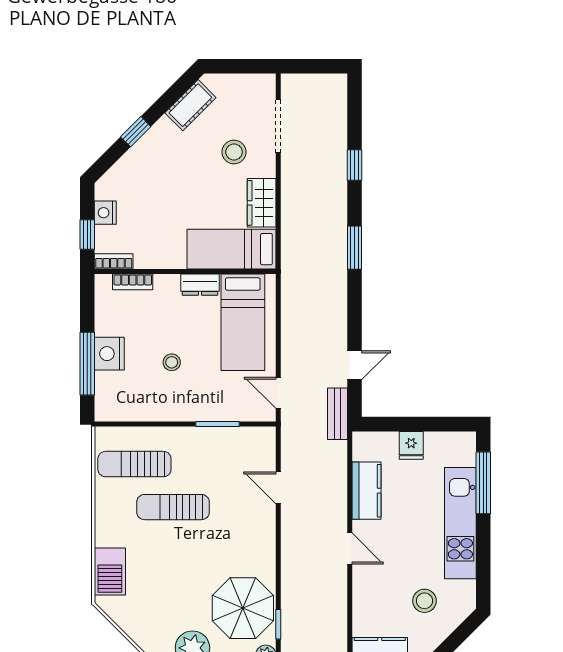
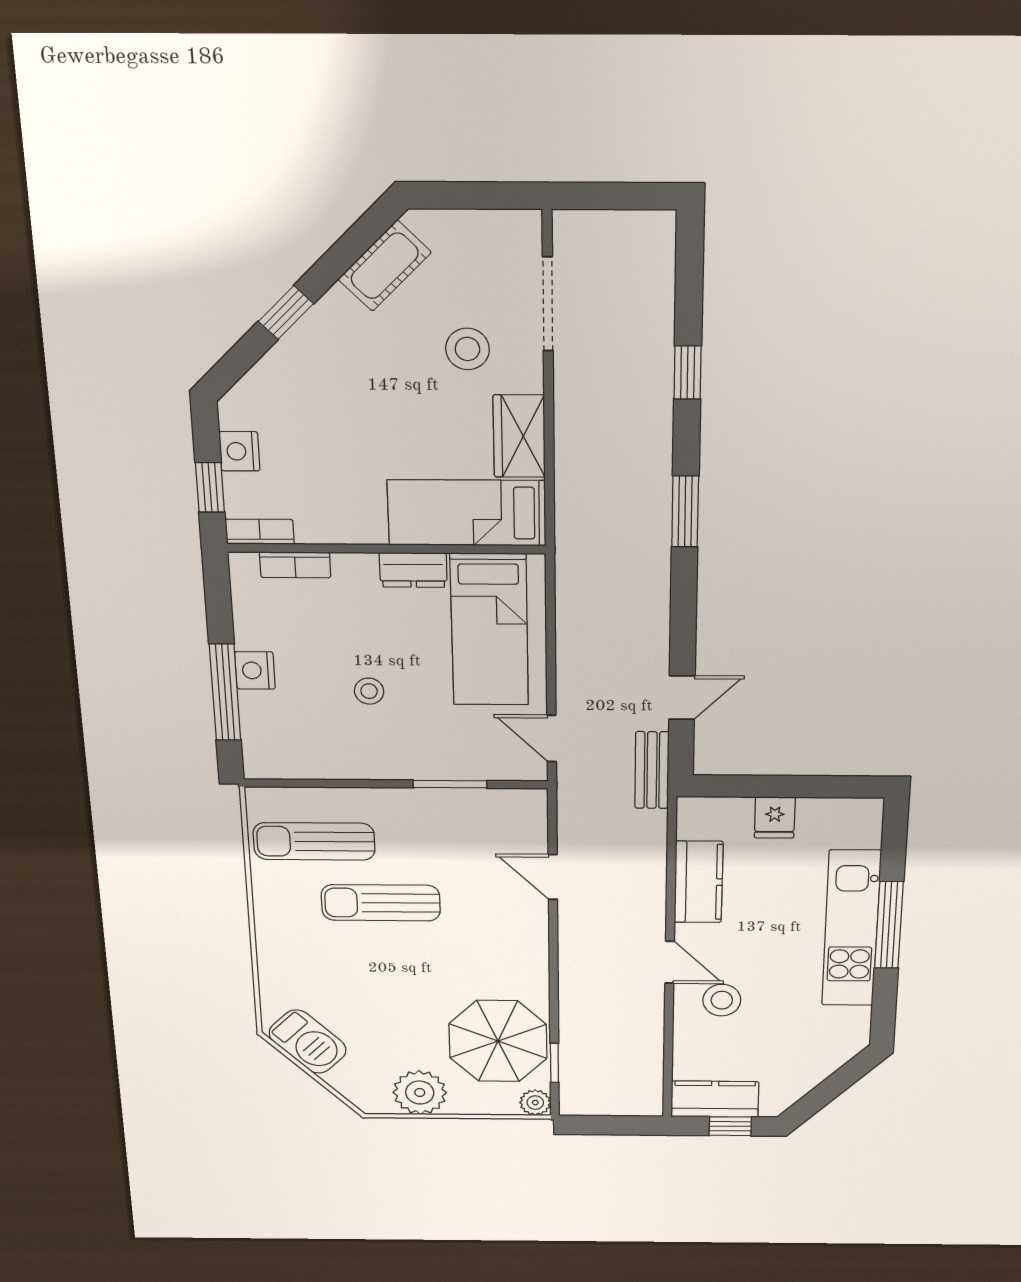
nightstand: (109, 354) -> (255, 670), width x0.74, depth x0.75
window: (483, 483) -> (889, 925), moved
barbecue: (110, 572) -> (308, 1042), moved, turned -45
stool: (424, 601) -> (722, 1000), moved

